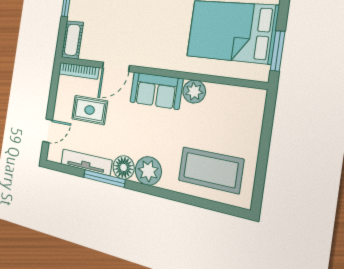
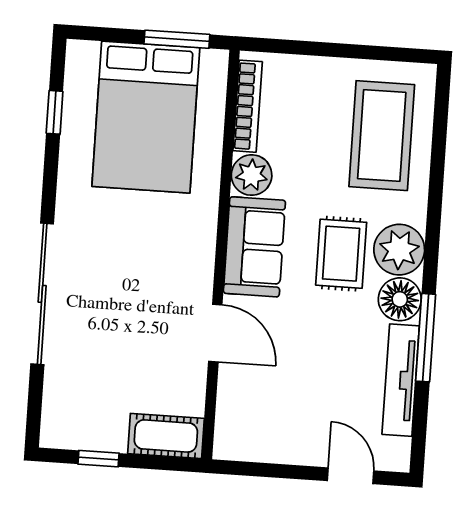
bookcase: (79, 71) -> (248, 106), moved
rug: (90, 110) -> (341, 254), moved

